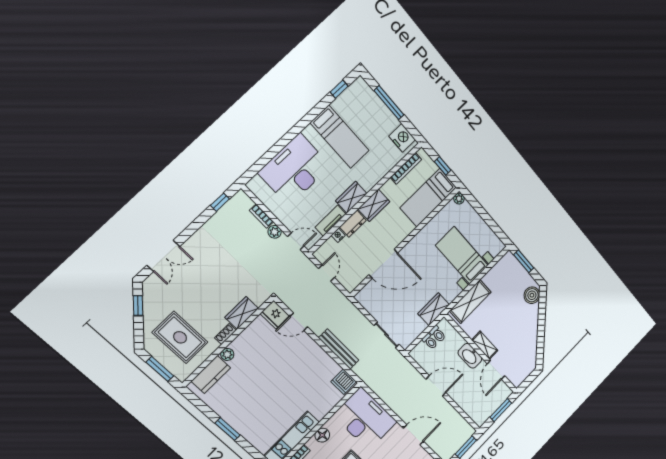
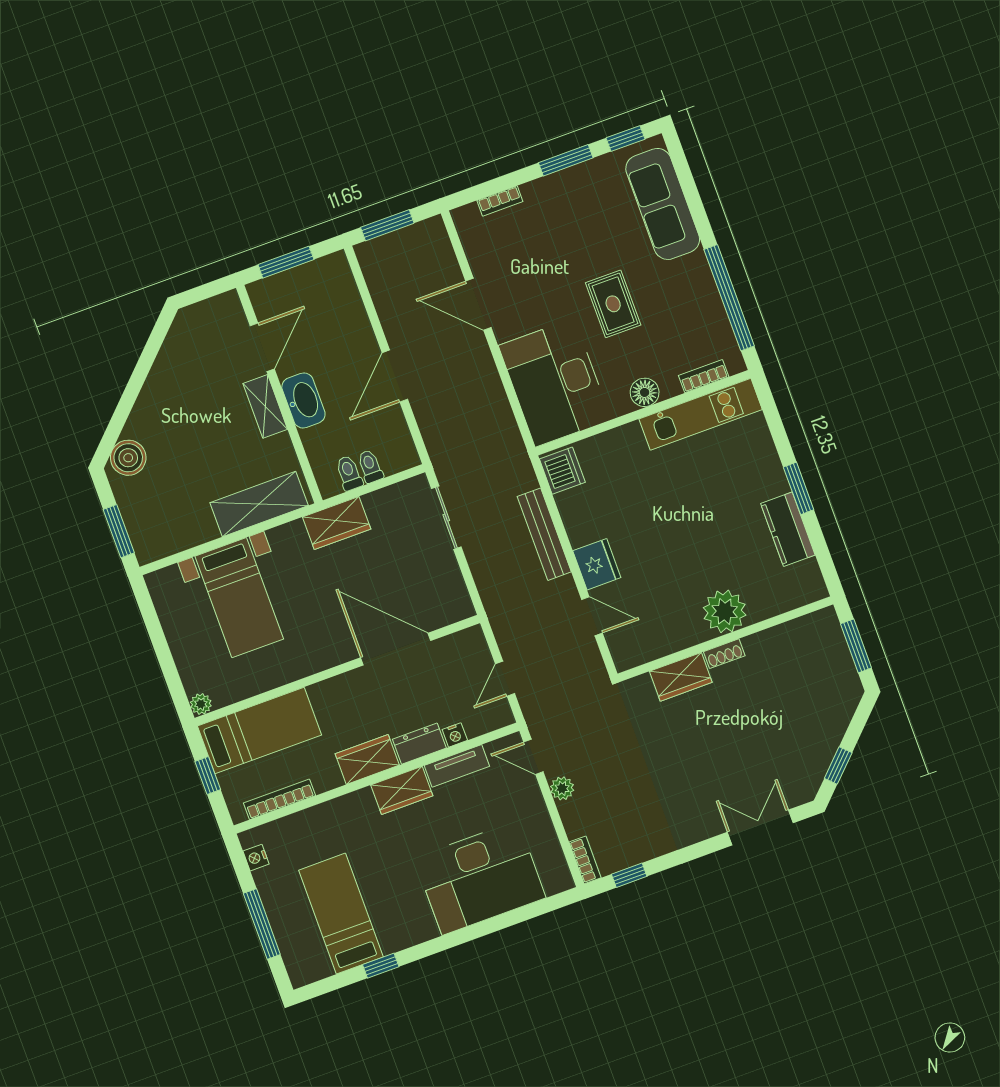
window: (339, 89) -> (381, 966), moved
bed: (340, 137) -> (341, 914), moved
nightstand: (402, 138) -> (256, 858), width x0.53, depth x0.56
bookcase: (261, 216) -> (585, 860), moved
fridge: (275, 315) -> (597, 564), moved
rug: (180, 337) -> (799, 683), removed
plant: (227, 354) -> (725, 611), width x1.88, depth x1.88
kitchen counter: (211, 375) -> (788, 529), moved, turned -90
door: (436, 386) -> (395, 376), hinge flipped

